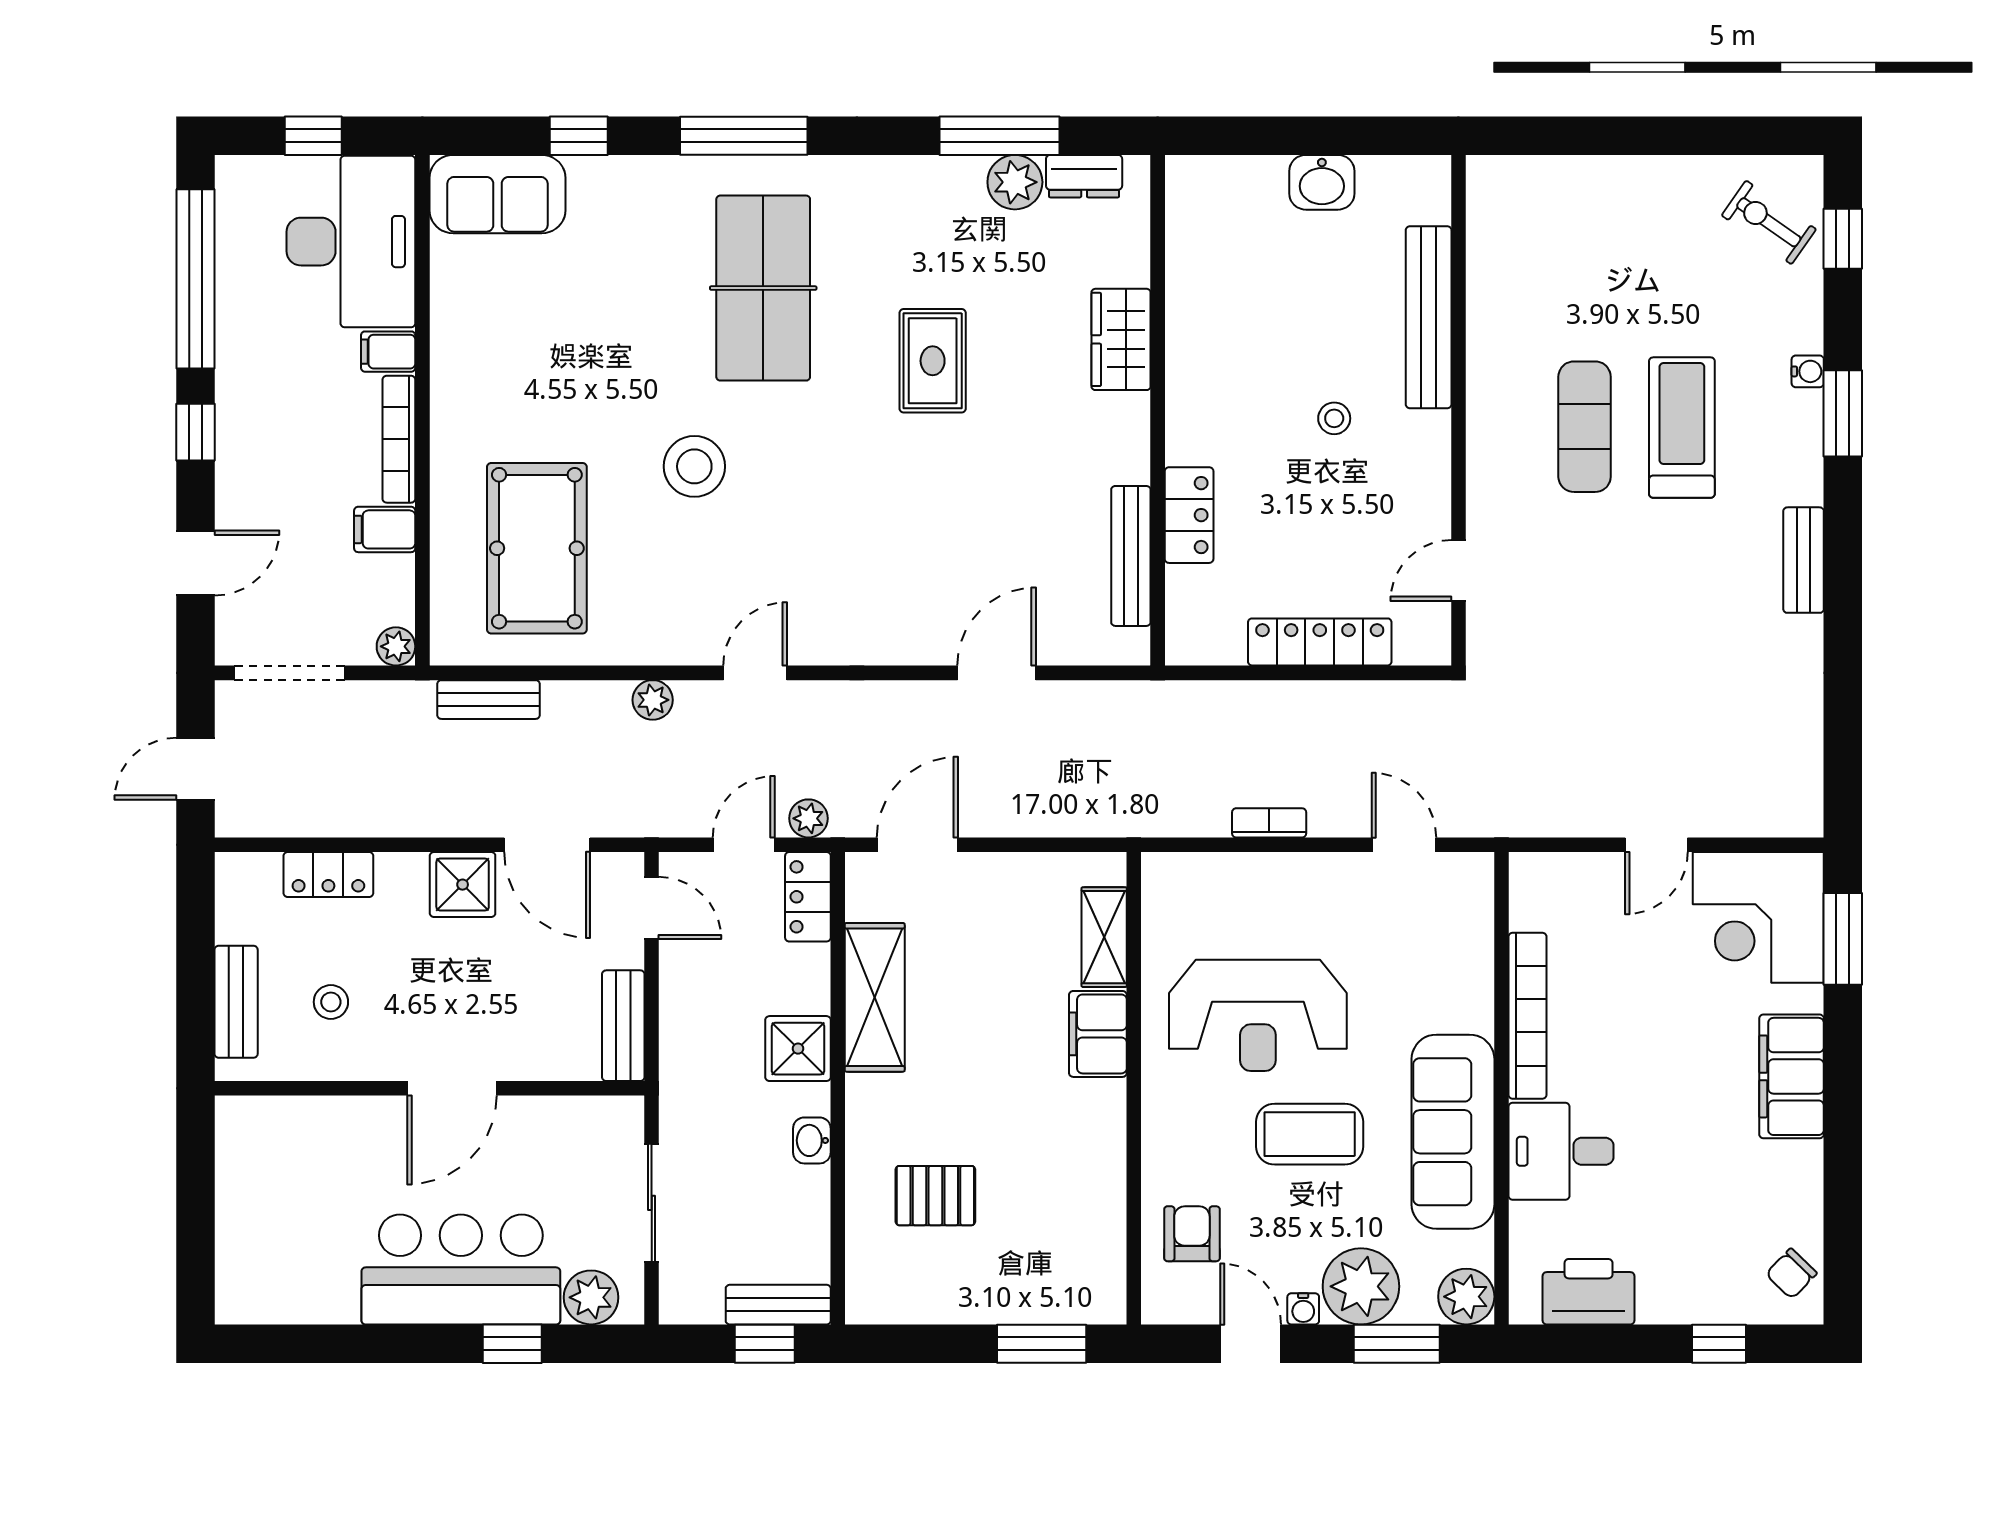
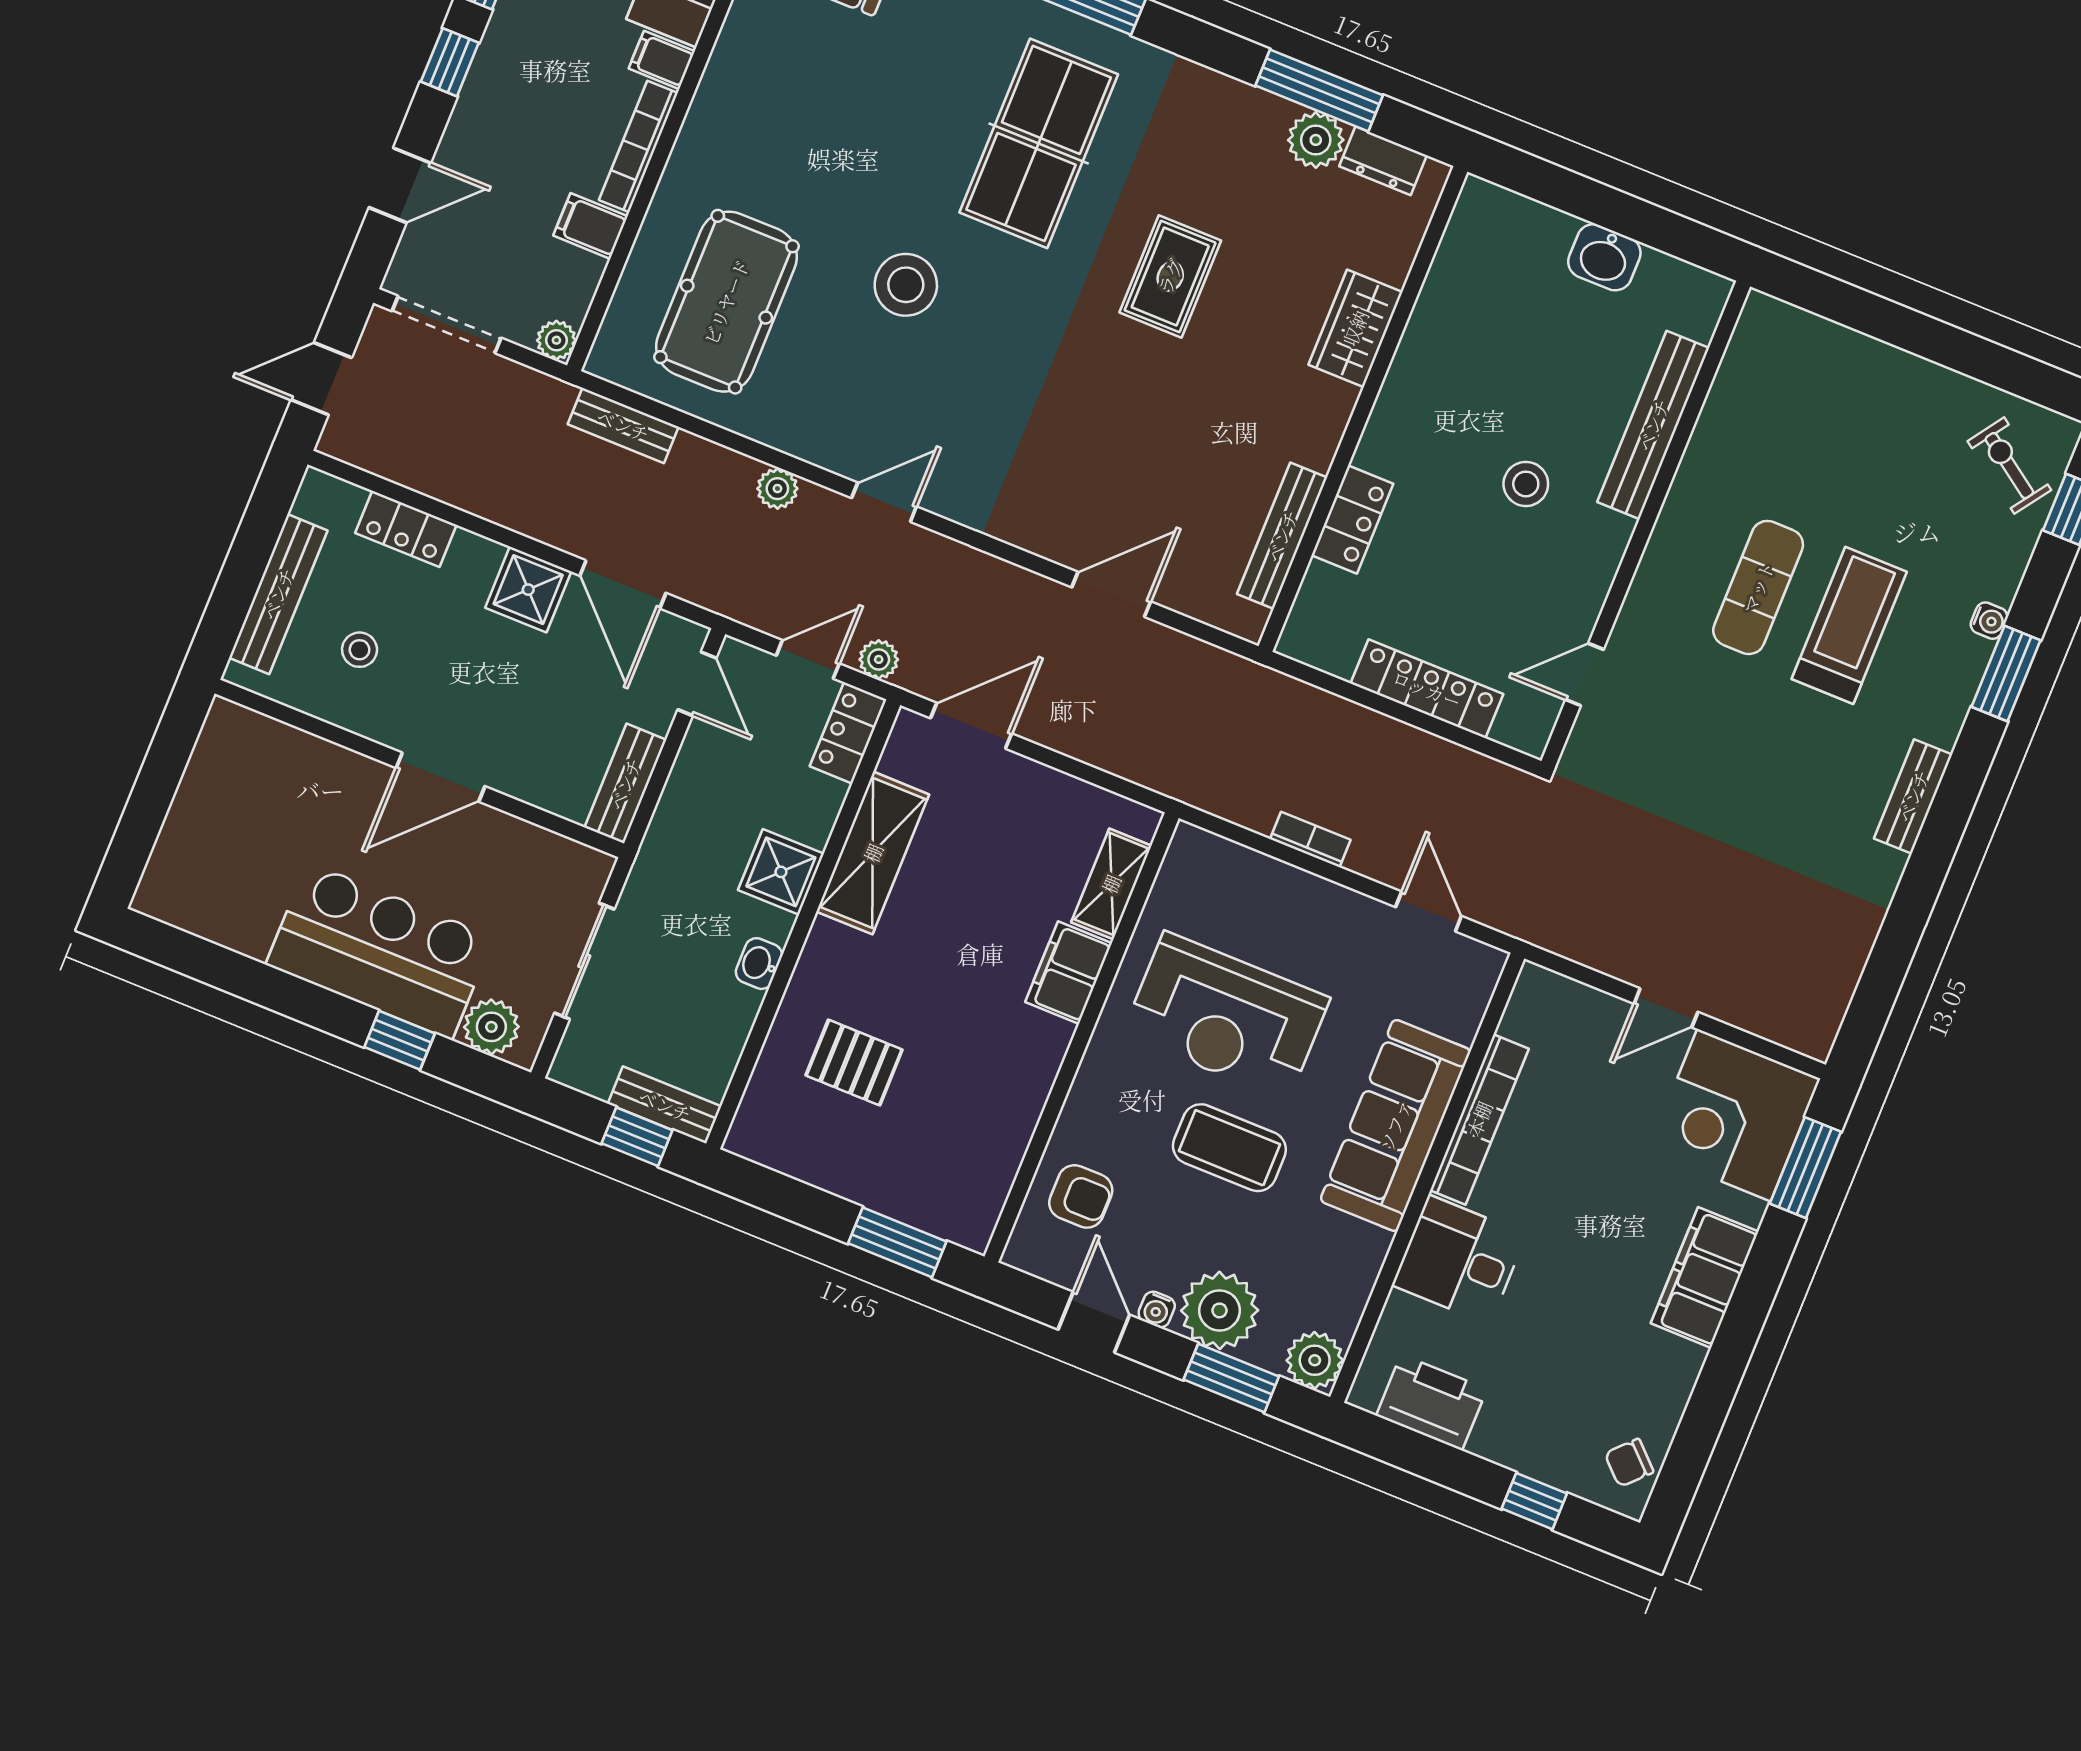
stool: (1334, 418) -> (1526, 484), width x1.37, depth x1.37
bench: (236, 1002) -> (278, 594), width x1.36
sofa: (1453, 1132) -> (1395, 1125), moved
armchair: (1192, 1234) -> (1081, 1196), turned 90

